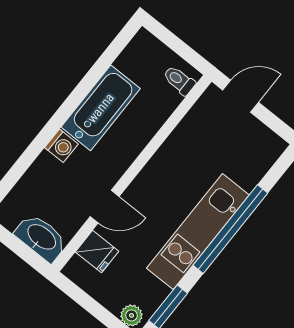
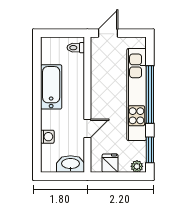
washing machine: (61, 146) -> (47, 137), moved
kitchen unit: (198, 232) -> (136, 95), width x1.36
fridge: (97, 252) -> (110, 163), moved, turned -90

